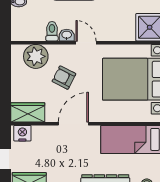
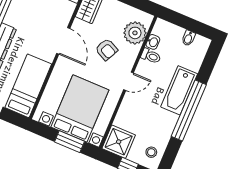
washbasin: (67, 35) -> (153, 42), moved
armchair: (64, 78) -> (107, 49), turned 89

